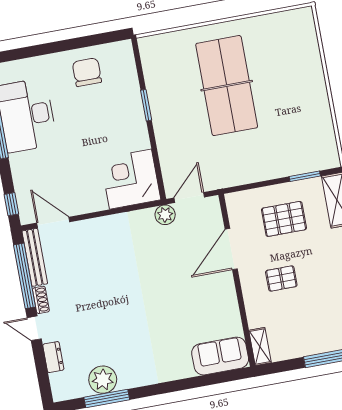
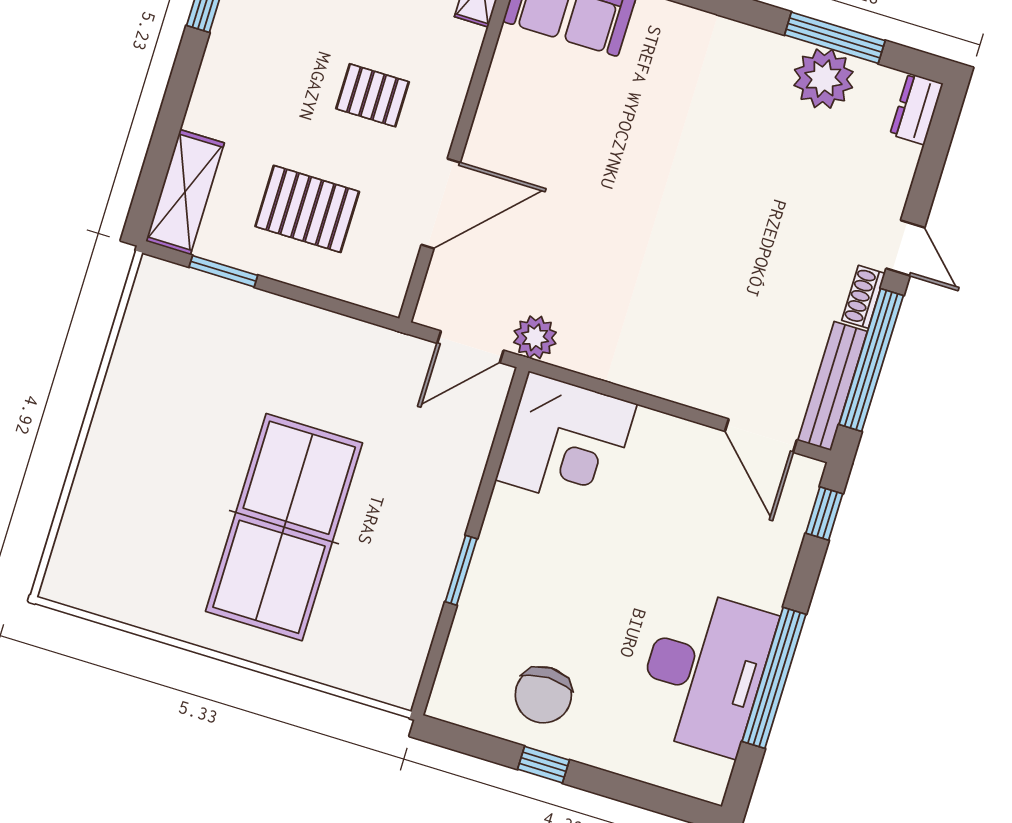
window: (72, 44) -> (544, 765), added
dresser: (53, 357) -> (917, 109), moved

